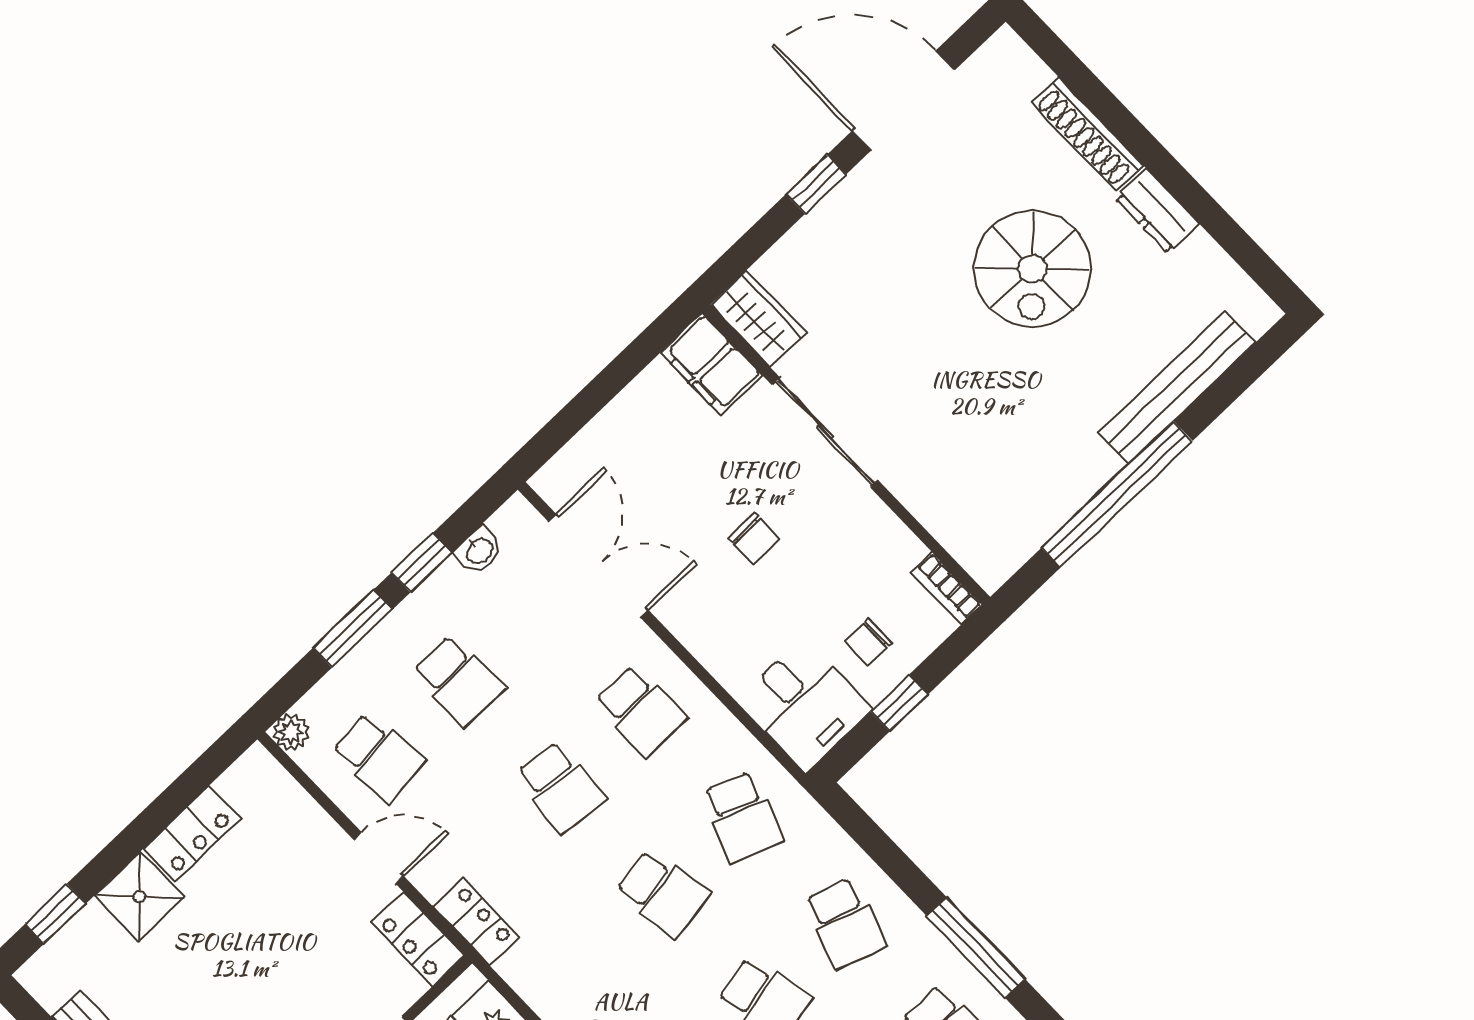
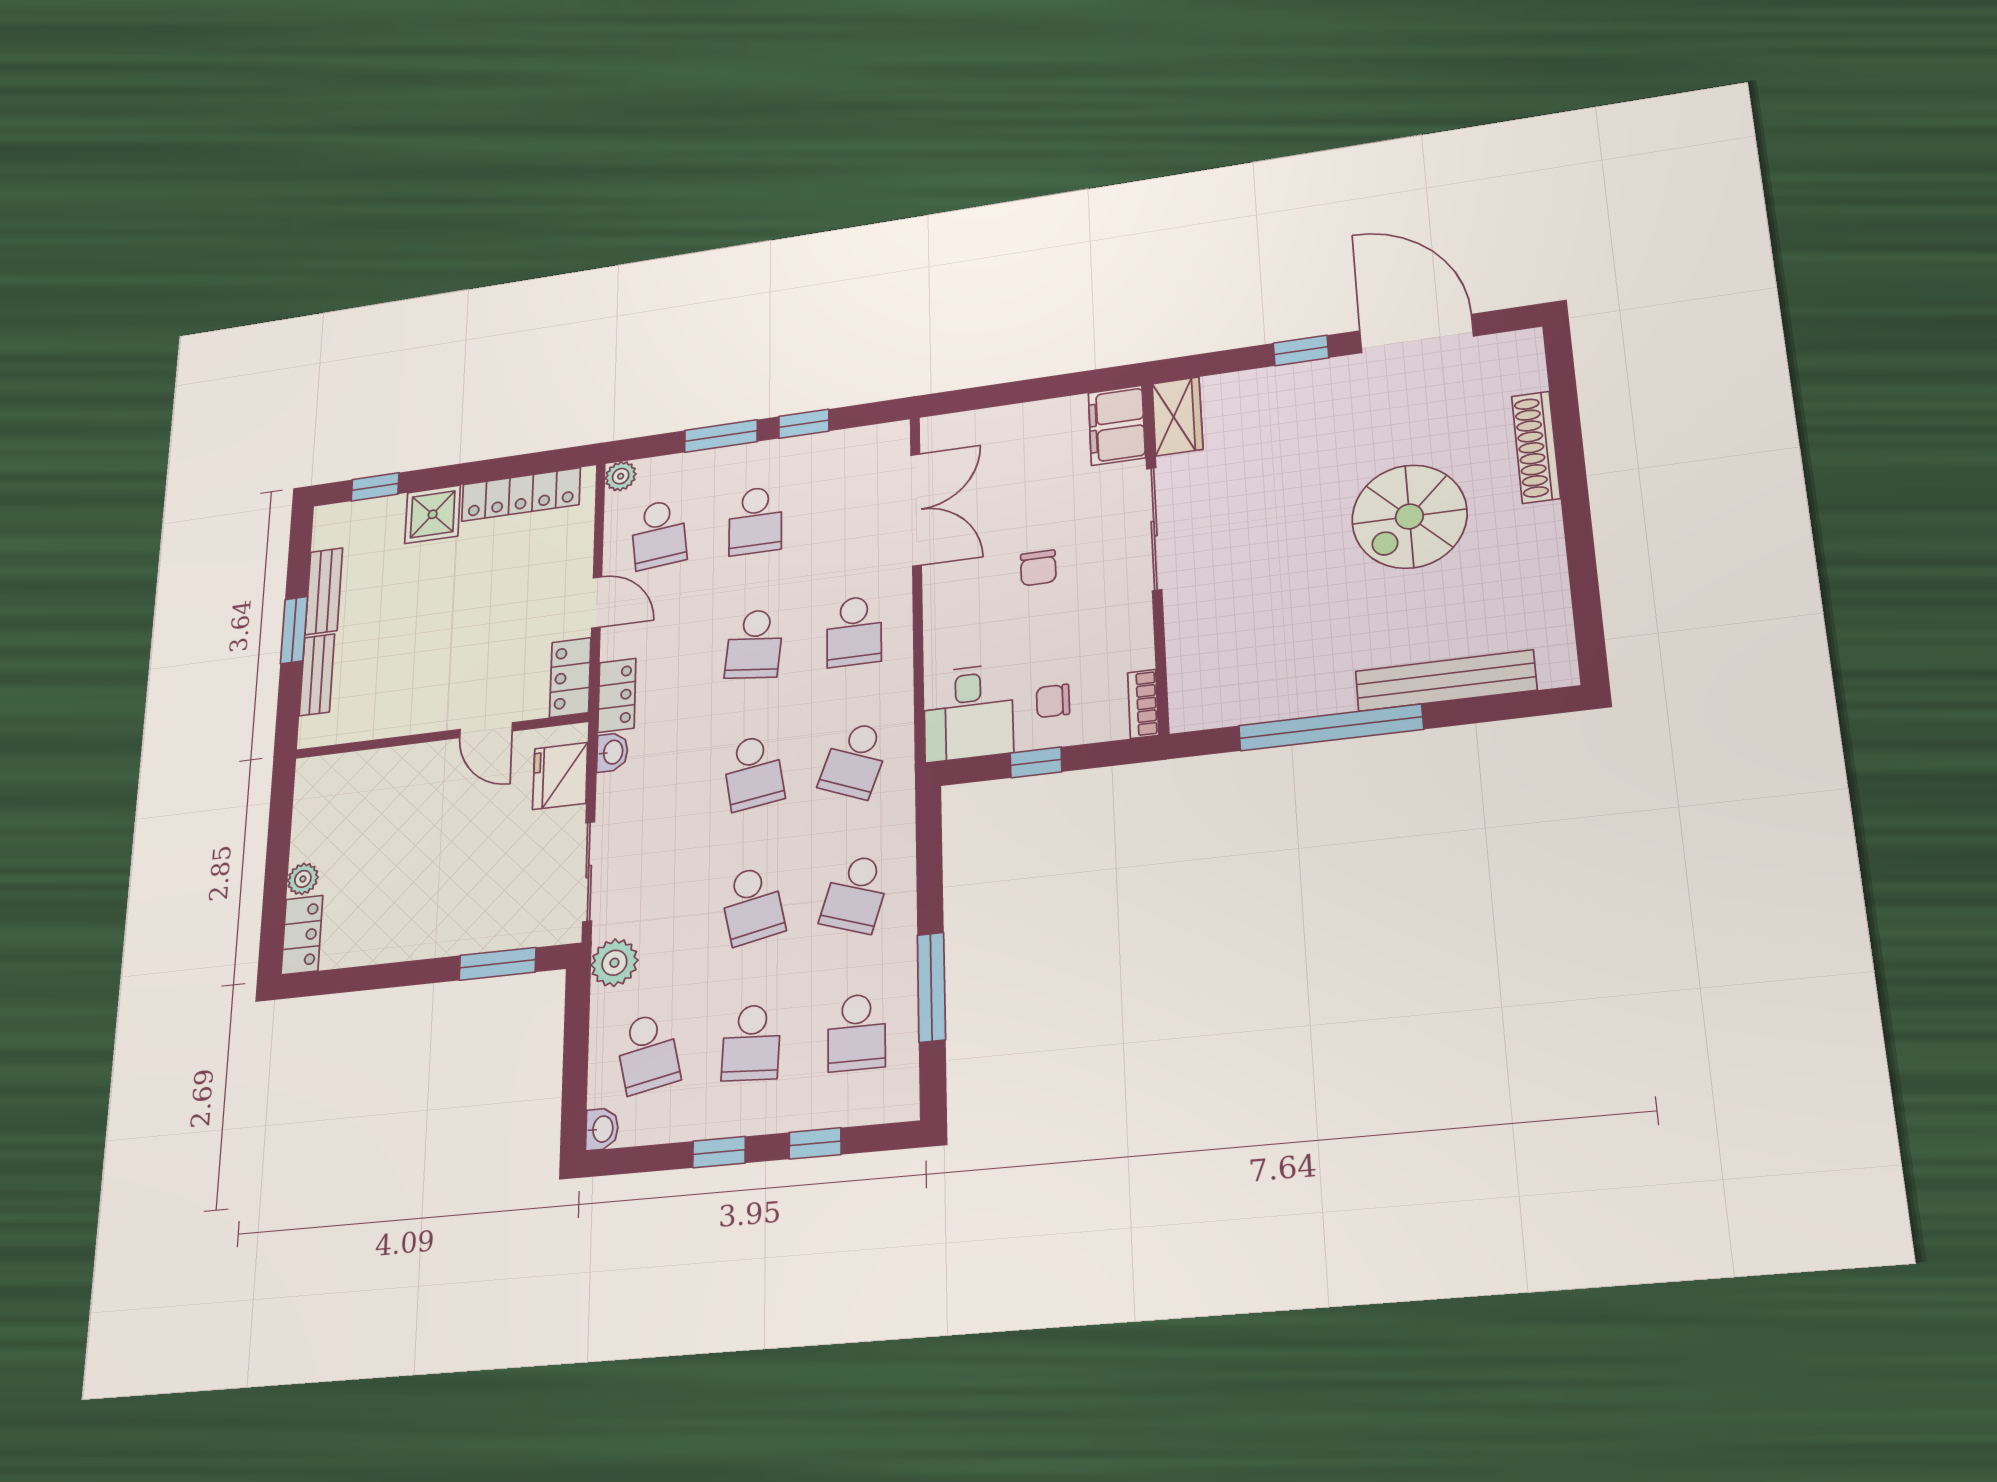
dresser: (1157, 211) -> (1543, 539), removed
washbasin: (479, 550) -> (612, 752), moved, turned -90
locker: (192, 834) -> (521, 494), width x1.53

